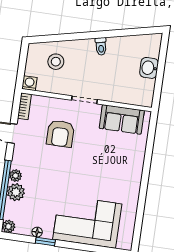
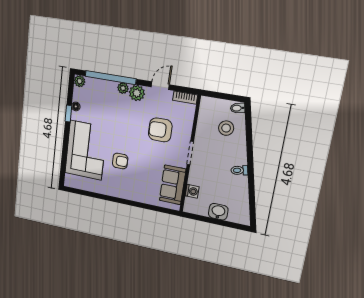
bidet: (34, 50) -> (238, 108), added
washing machine: (29, 83) -> (192, 191), moved
armchair: (98, 180) -> (120, 161), added
plant: (16, 192) -> (137, 93), moved

